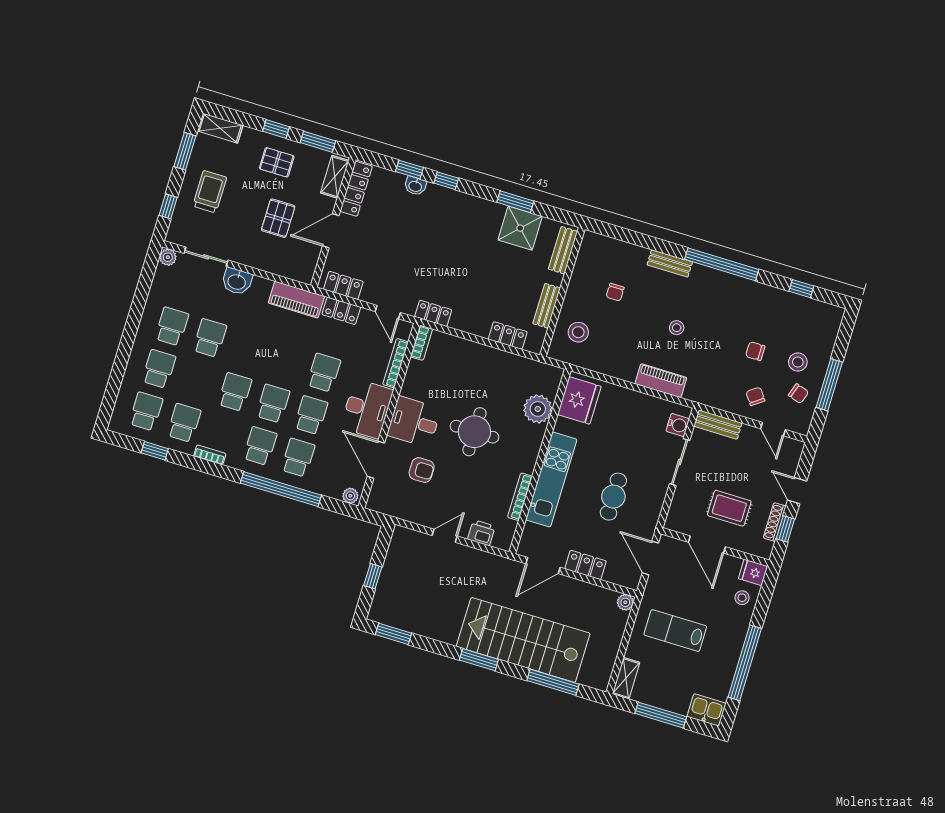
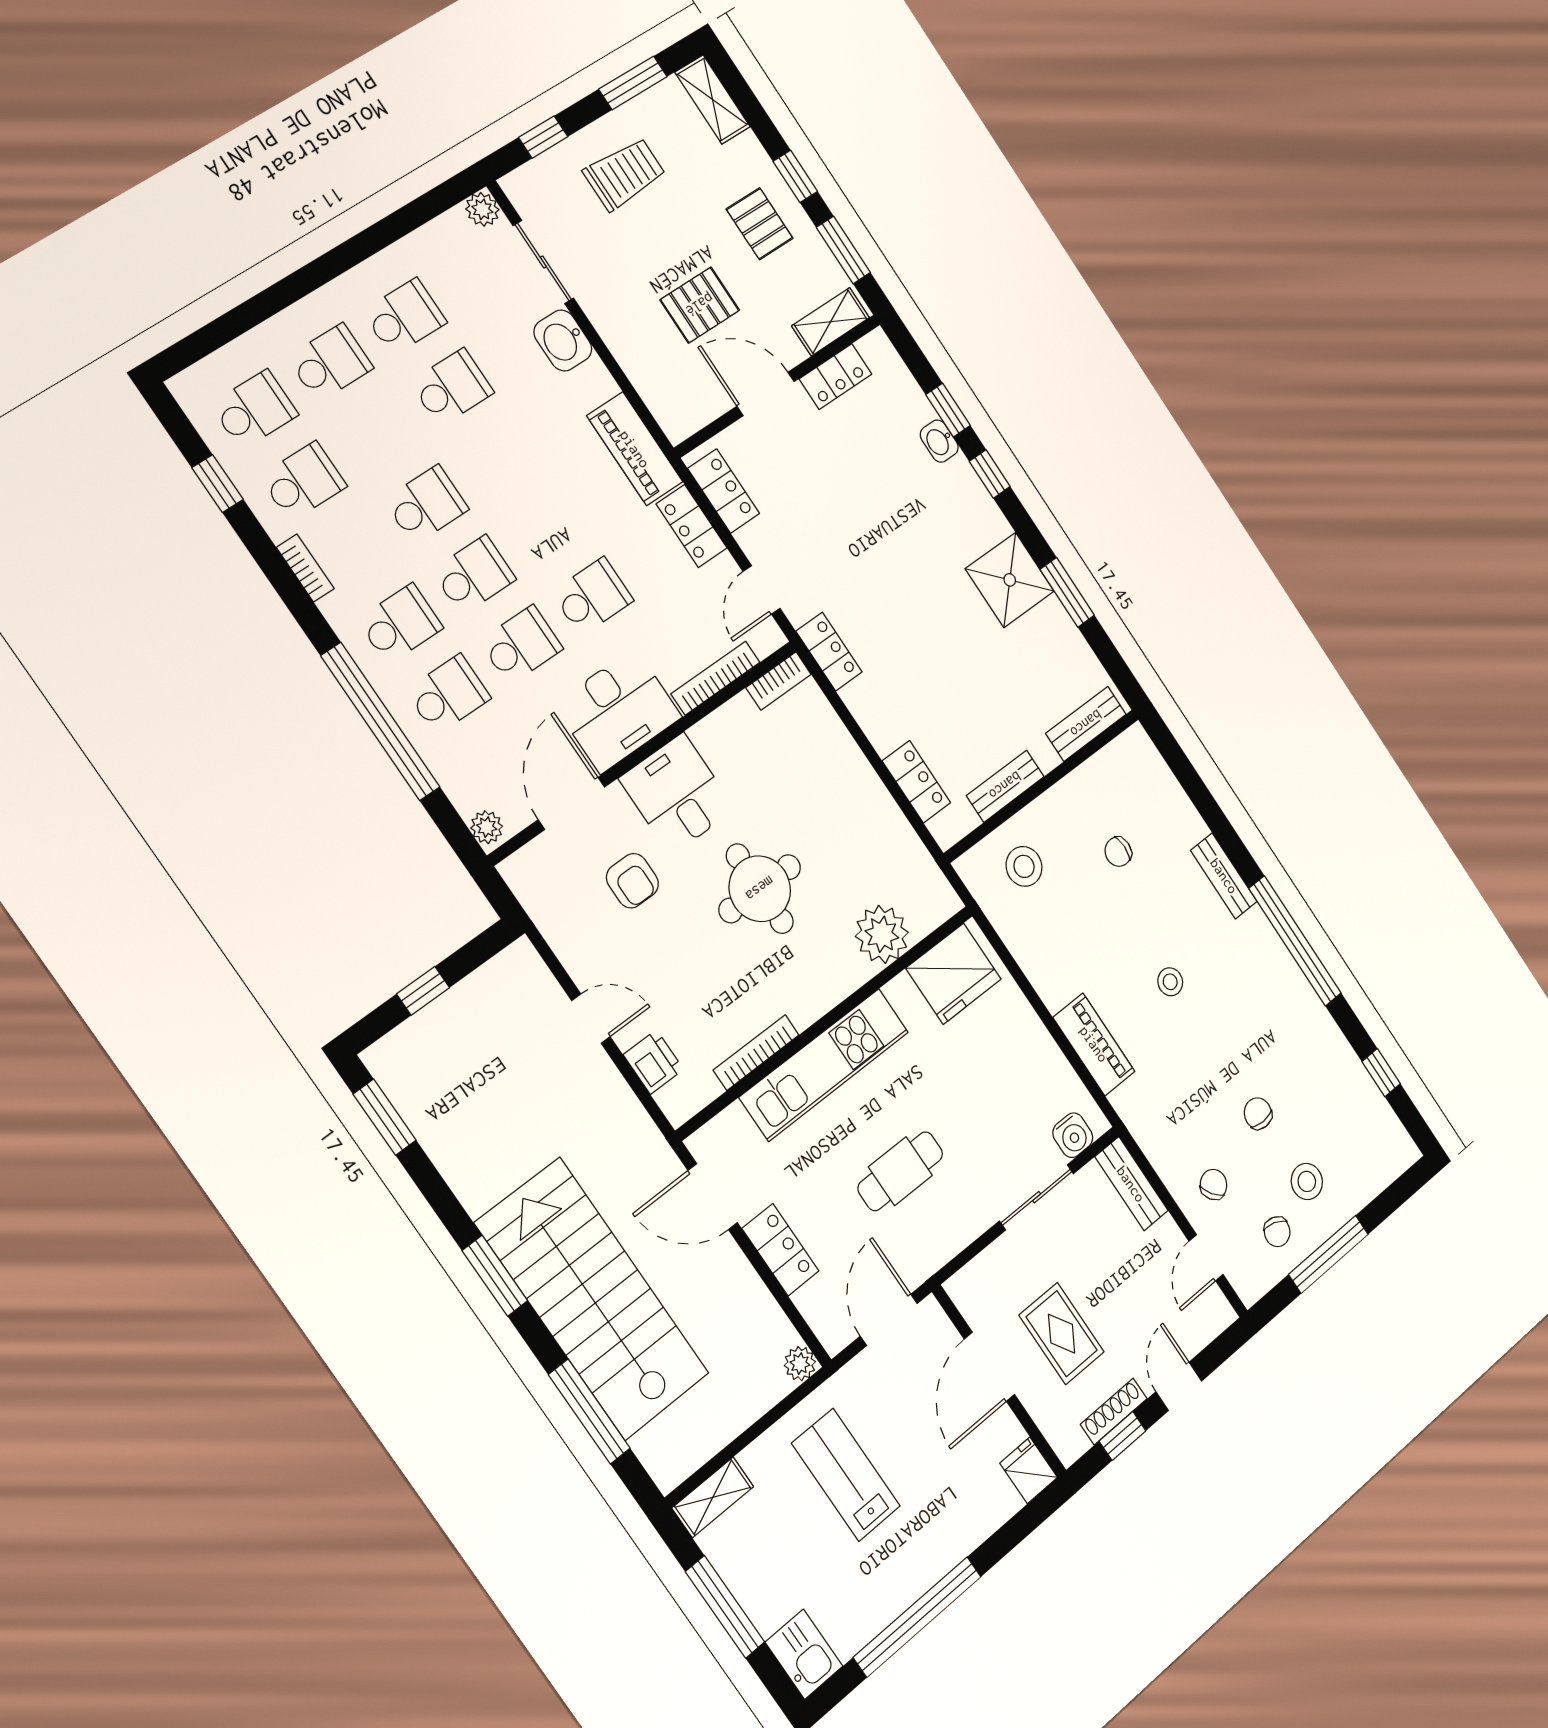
locker: (356, 189) -> (836, 377), width x0.66
shower: (520, 228) -> (1010, 580), moved
stool: (742, 598) -> (985, 1500), removed

